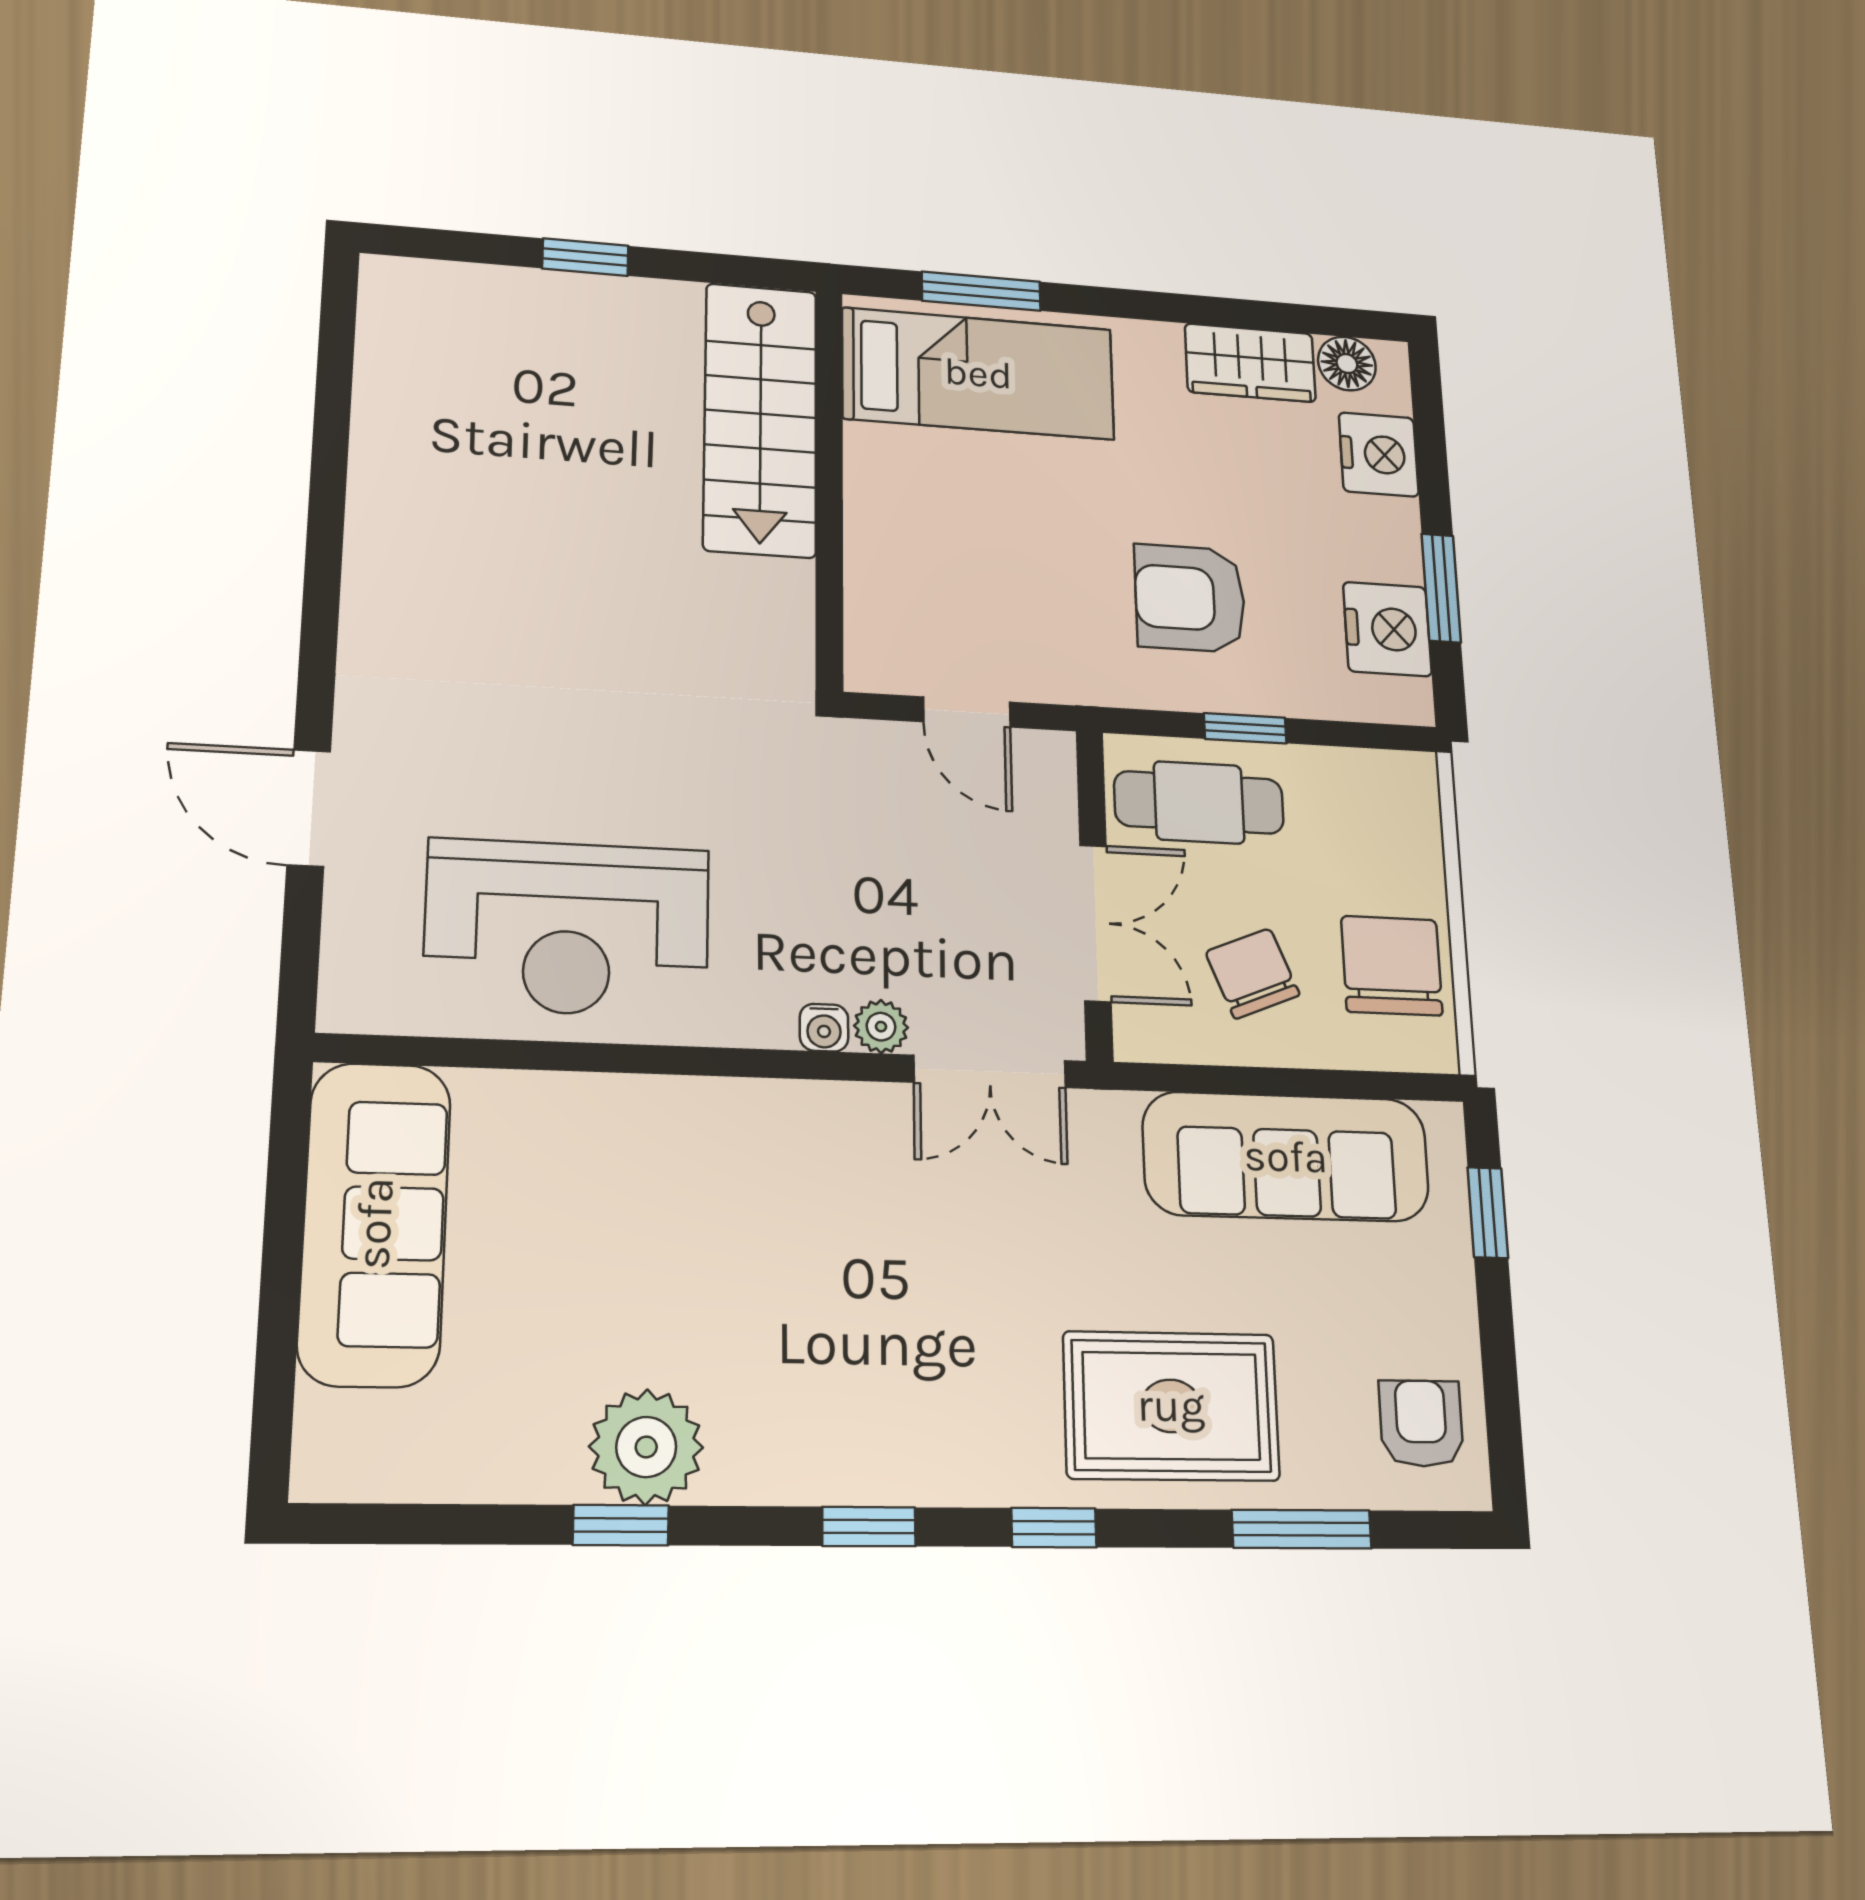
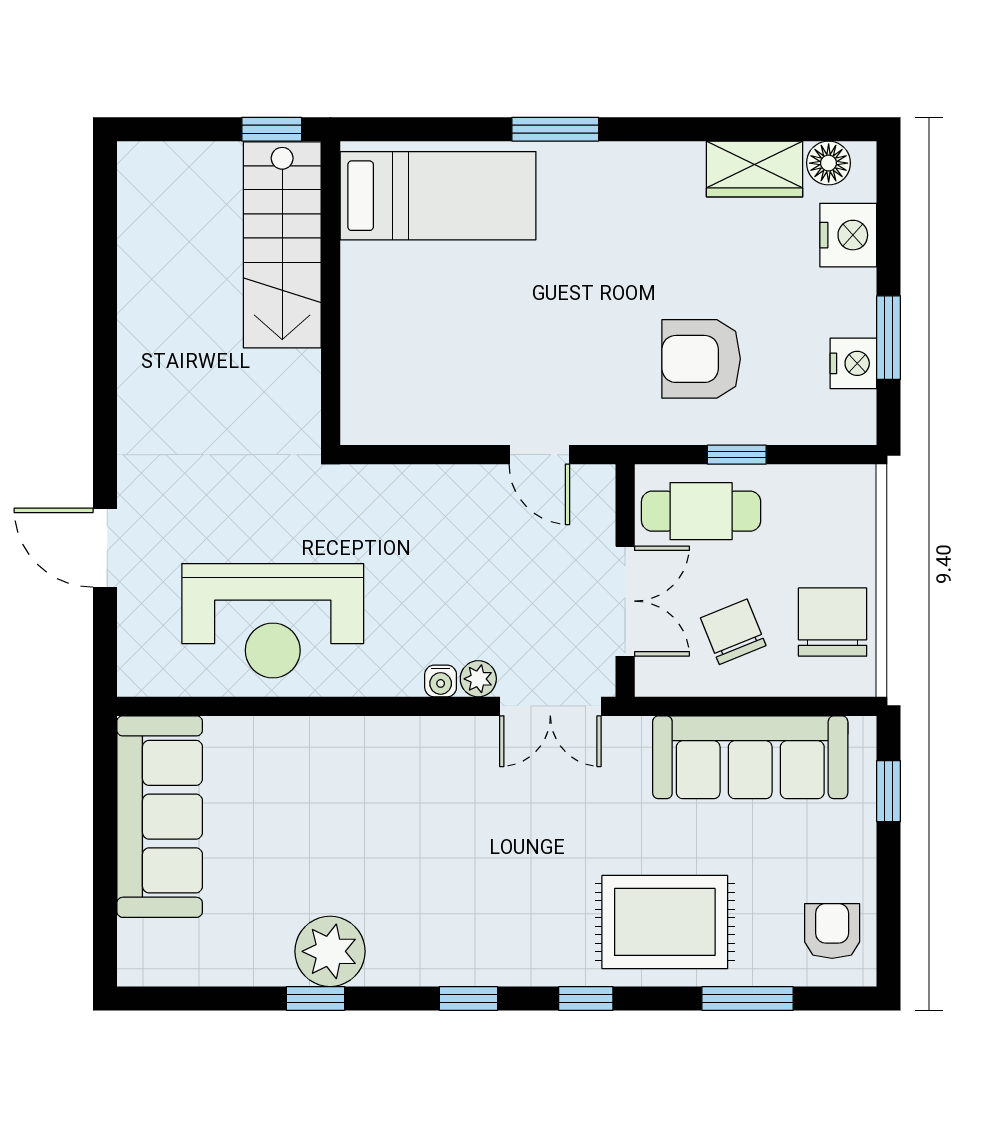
bed: (978, 374) -> (438, 196), moved
stairs: (760, 419) -> (282, 245), moved
wall: (829, 487) -> (331, 293), moved
nightstand: (1387, 629) -> (853, 363), width x0.74, depth x0.75

